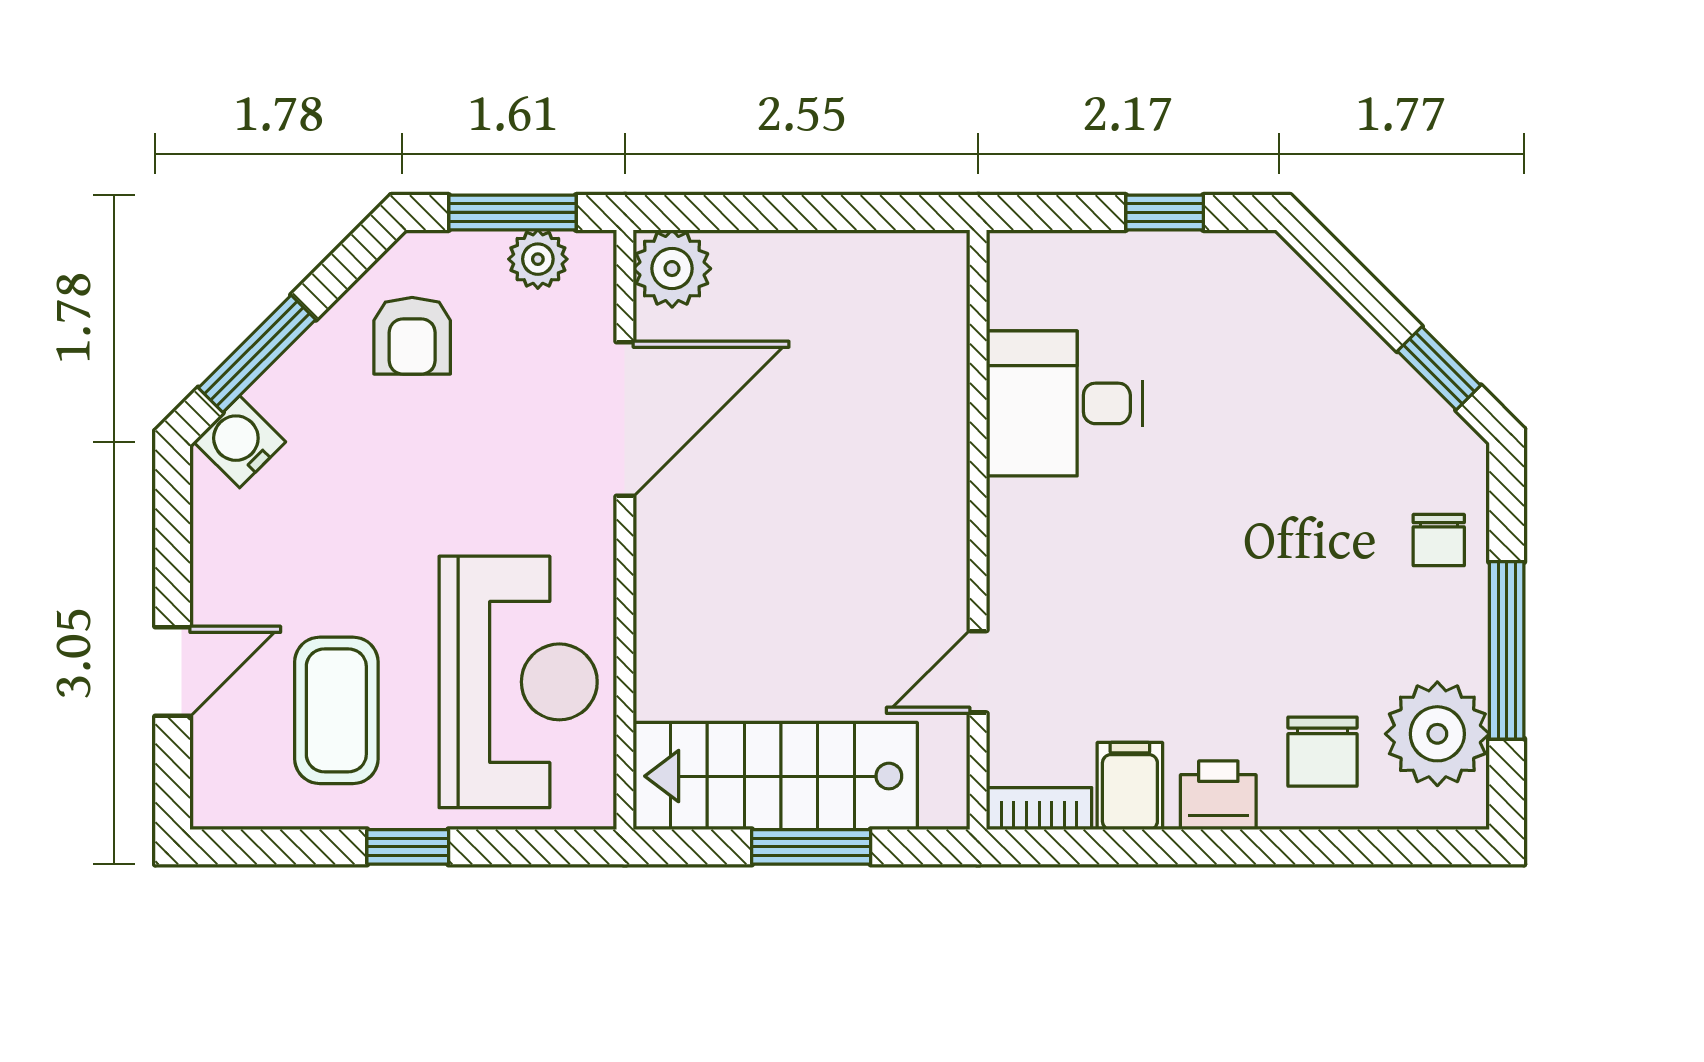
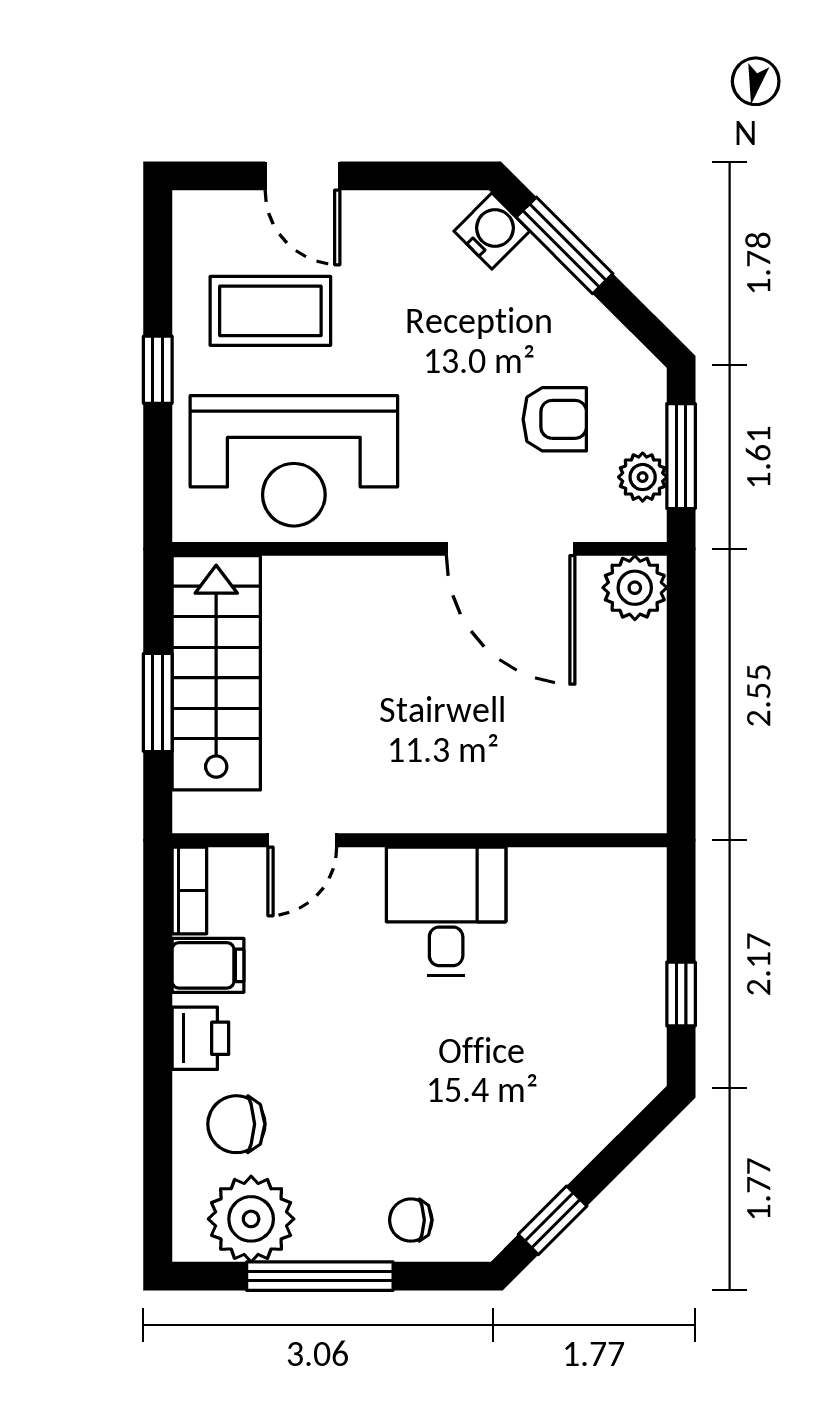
armchair: (412, 336) -> (555, 419), moved, turned 180
desk: (1065, 403) -> (446, 912), moved
door: (978, 672) -> (302, 840), swing flipped

